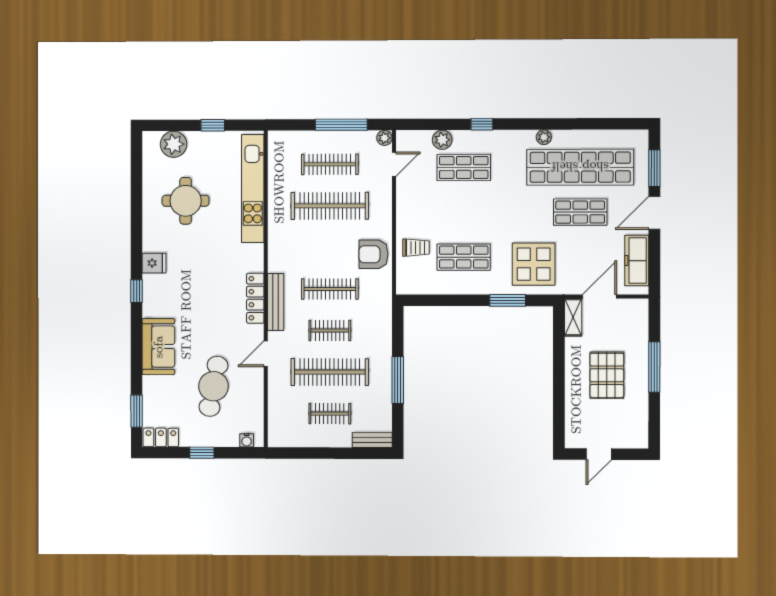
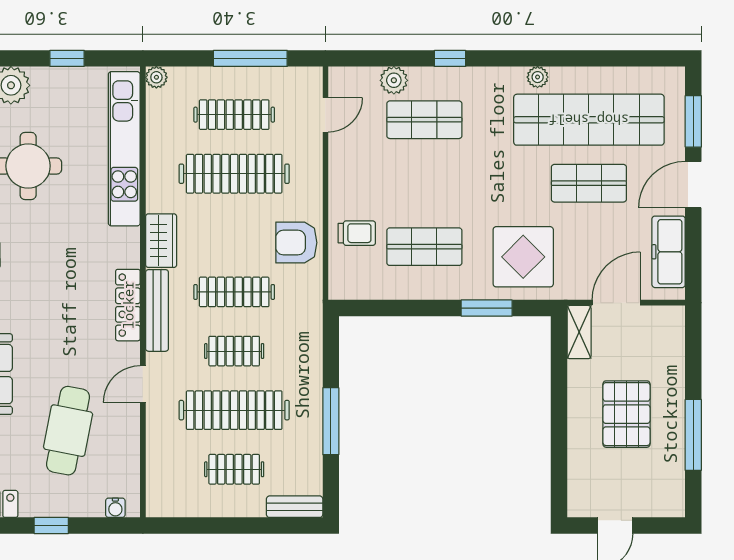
plant: (384, 138) -> (156, 77), moved
wardrobe: (279, 253) -> (161, 241), added
window: (654, 367) -> (693, 435), moved

